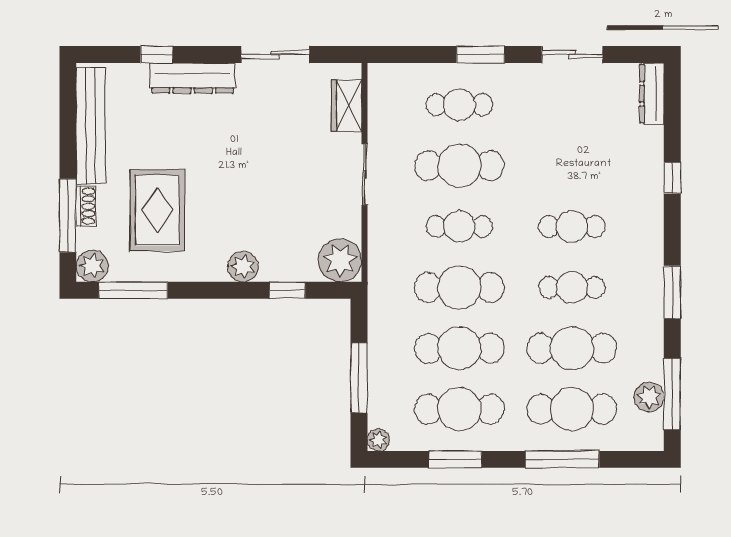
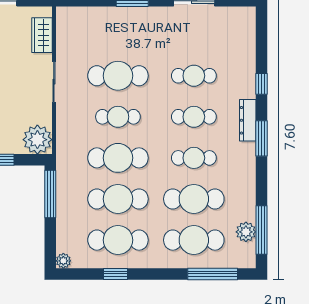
dresser: (652, 94) -> (248, 120), moved
cafe table: (459, 105) -> (194, 76), moved
window: (672, 292) -> (262, 138), moved
window: (359, 378) -> (50, 194), moved
window: (456, 459) -> (115, 274), width x0.67
window: (562, 459) -> (213, 274), moved

